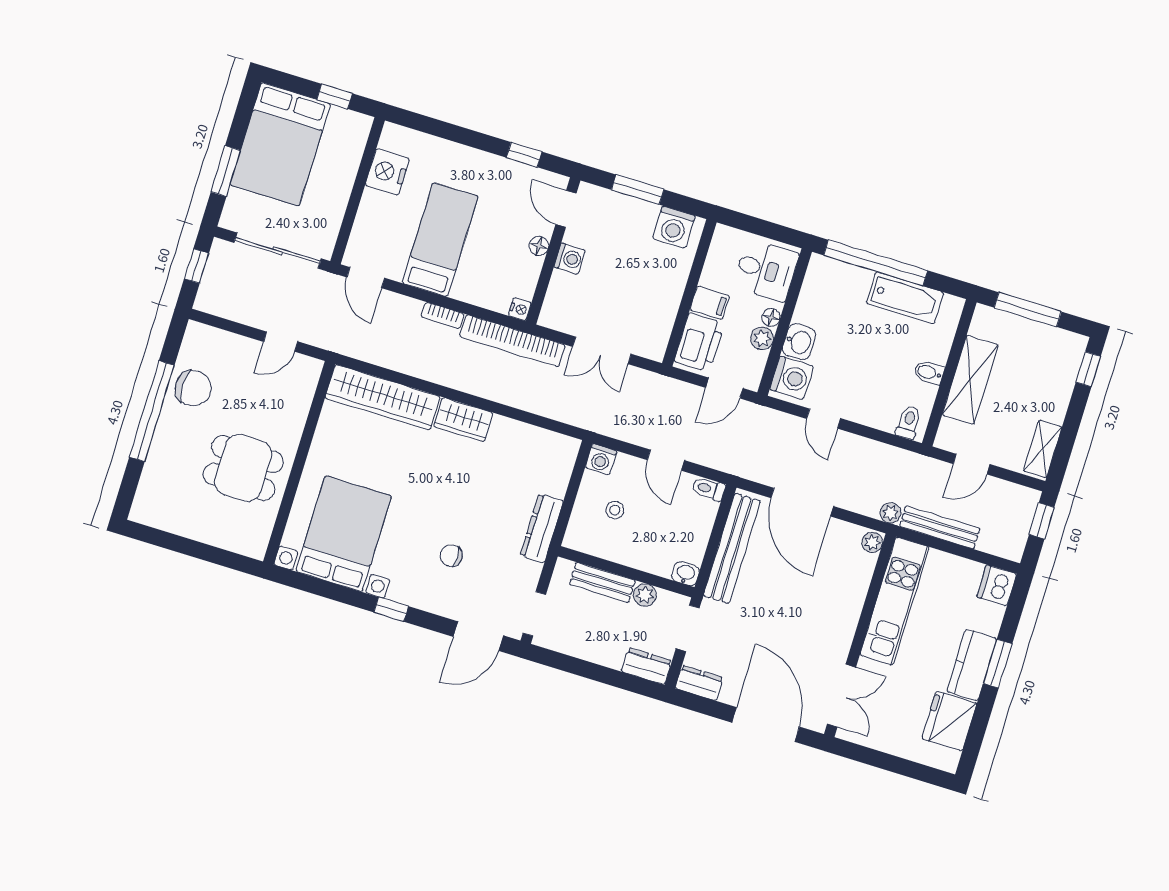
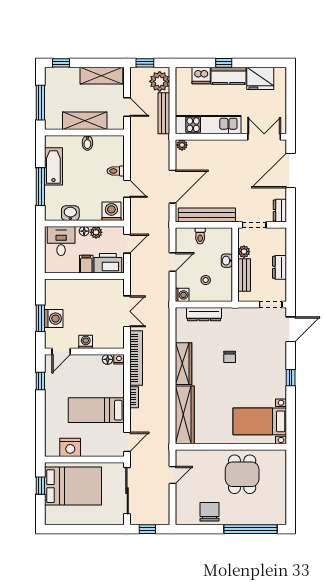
bed: (280, 144) -> (73, 486), moved
window: (226, 171) -> (95, 529), removed
washing machine: (674, 227) -> (54, 319), moved
floor lamp: (539, 246) -> (108, 359), moved
window: (876, 263) -> (40, 187), width x0.68
door: (281, 342) -> (173, 475), hinge flipped
washbasin: (799, 342) -> (70, 213), moved
door: (724, 388) -> (127, 244), hinge flipped
window: (152, 411) -> (251, 529), moved
door: (824, 419) -> (127, 189), hinge flipped
wardrobe: (463, 420) -> (184, 364), width x1.50
toilet: (909, 422) -> (116, 171), moved
shelving: (1043, 449) -> (101, 76), width x1.50, depth x1.33
toilet: (709, 489) -> (200, 236), moved
plant: (890, 513) -> (160, 81), moved, width x1.87, depth x1.87
dresser: (542, 528) -> (204, 314), moved
bed with nightstands: (344, 534) -> (260, 421), width x0.73
chair: (451, 556) -> (230, 357), moved
washbasin: (685, 574) -> (227, 261), moved
dishwasher: (997, 585) -> (201, 75), moved
door: (478, 636) -> (291, 329), hinge flipped
window: (998, 664) -> (224, 63), width x0.67
dresser: (647, 666) -> (280, 267), moved

